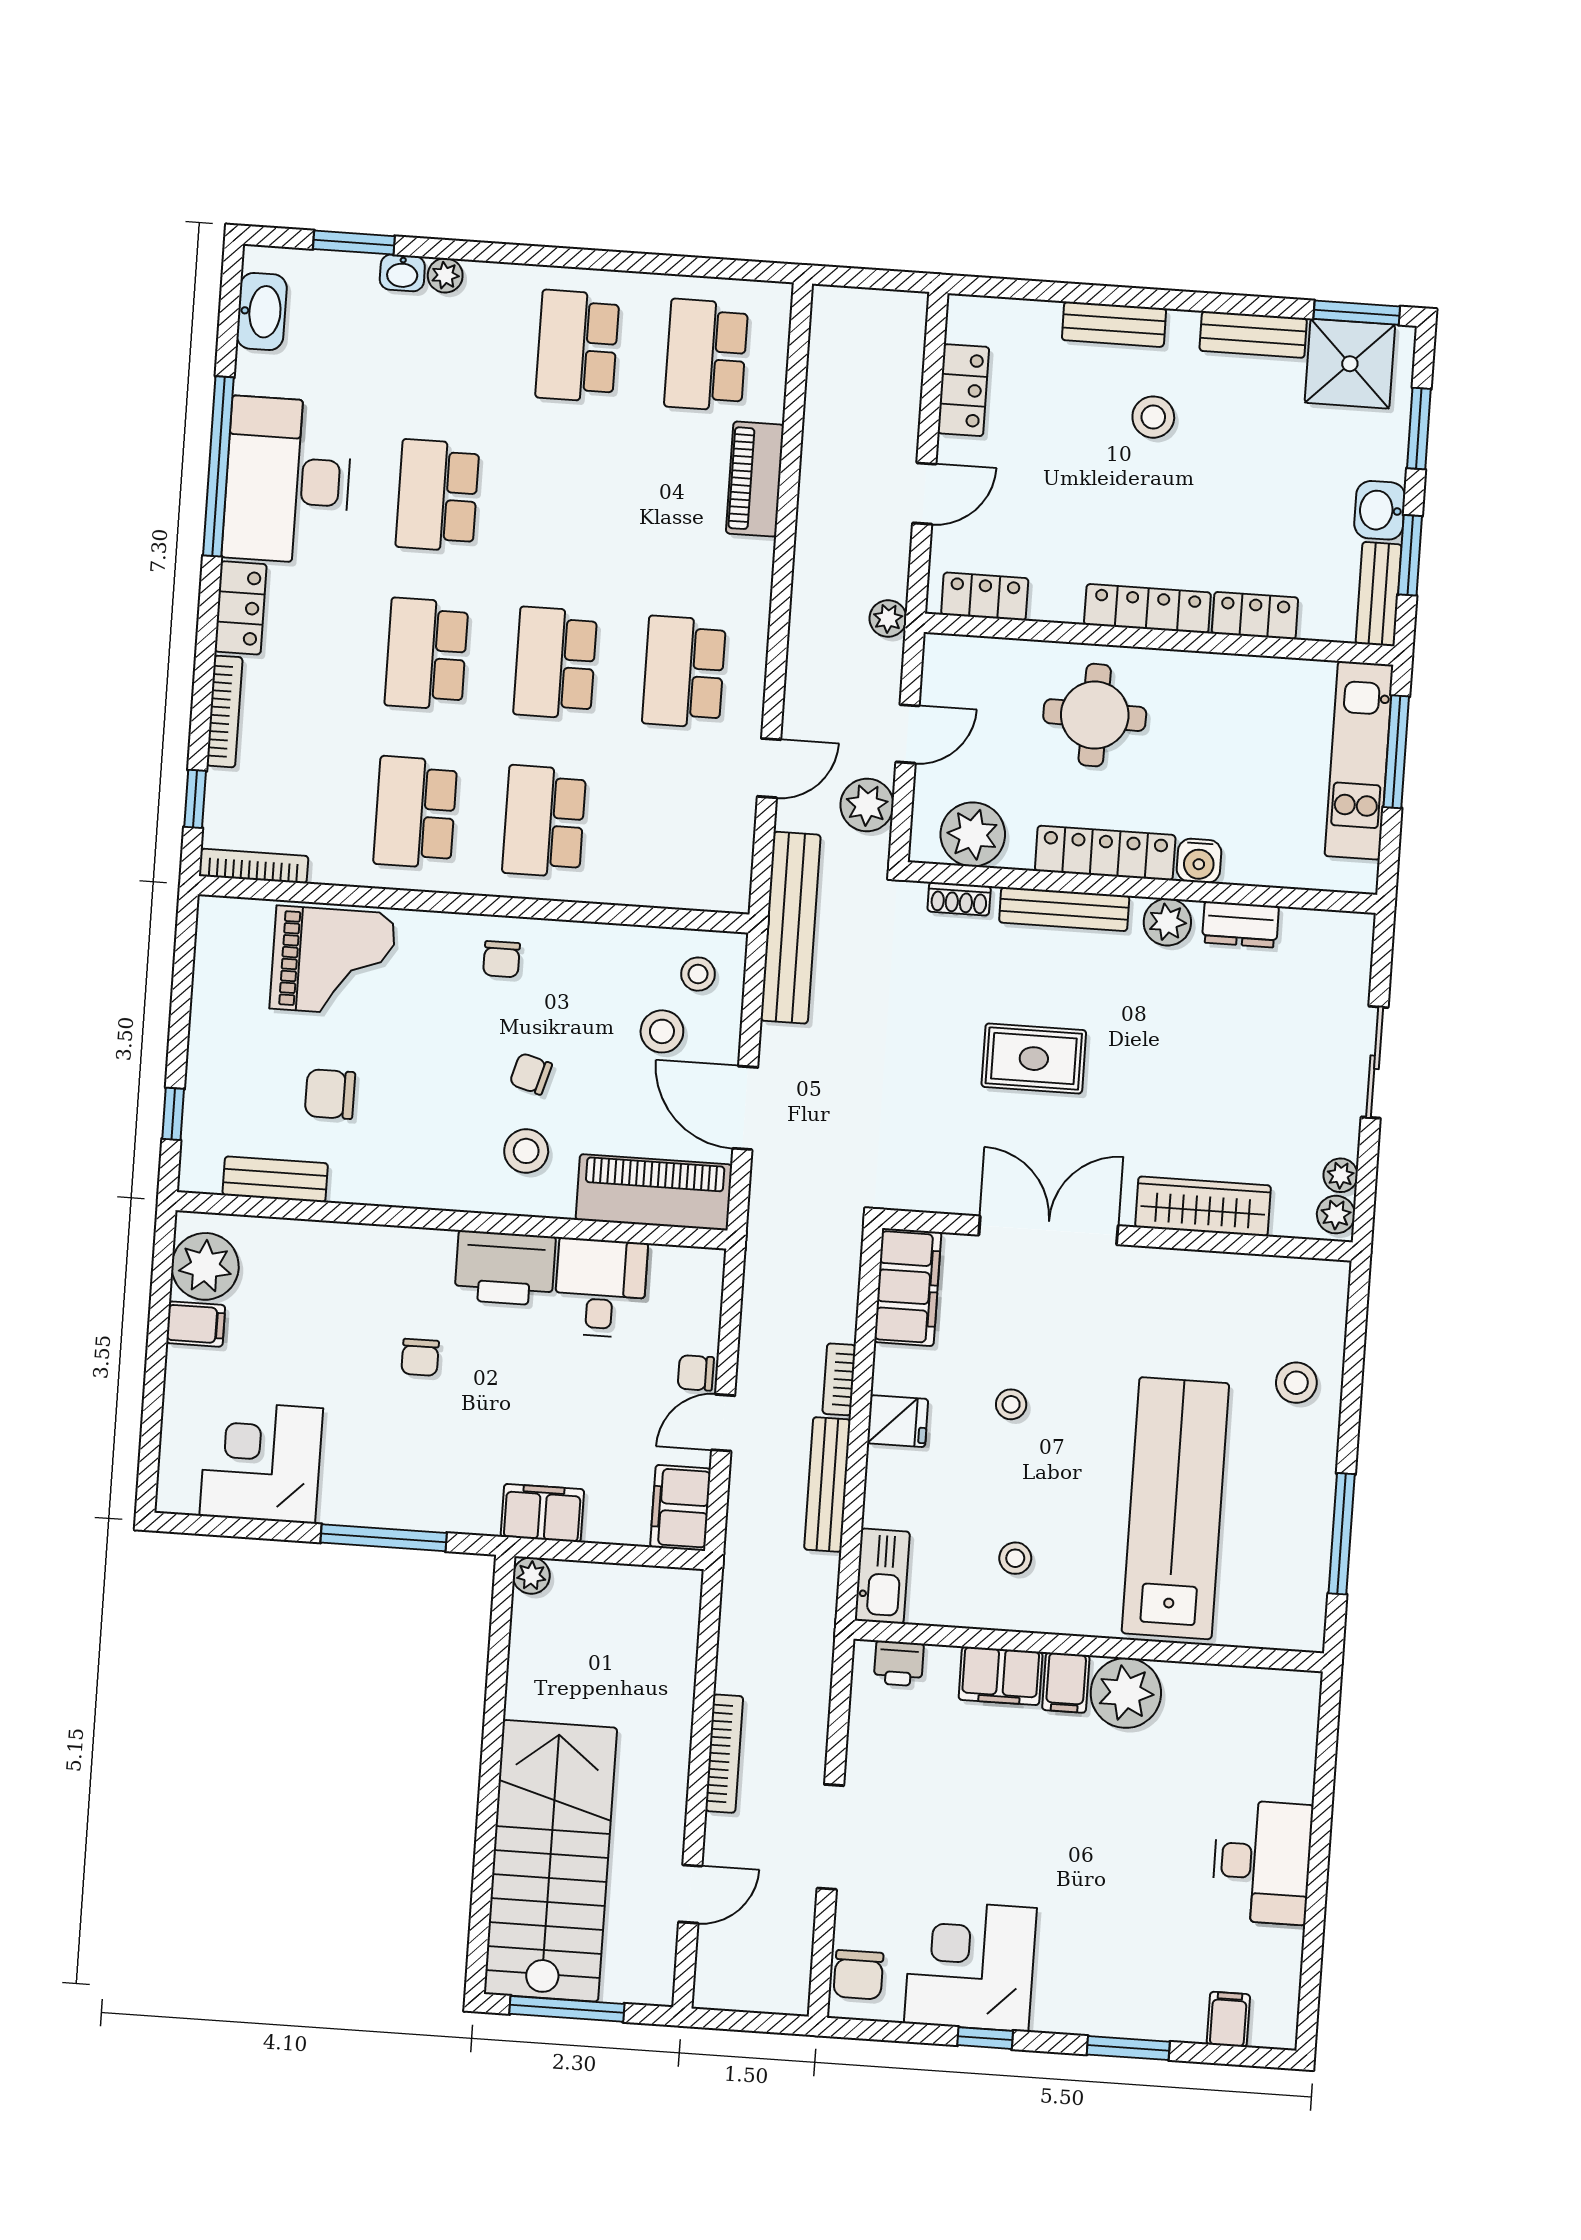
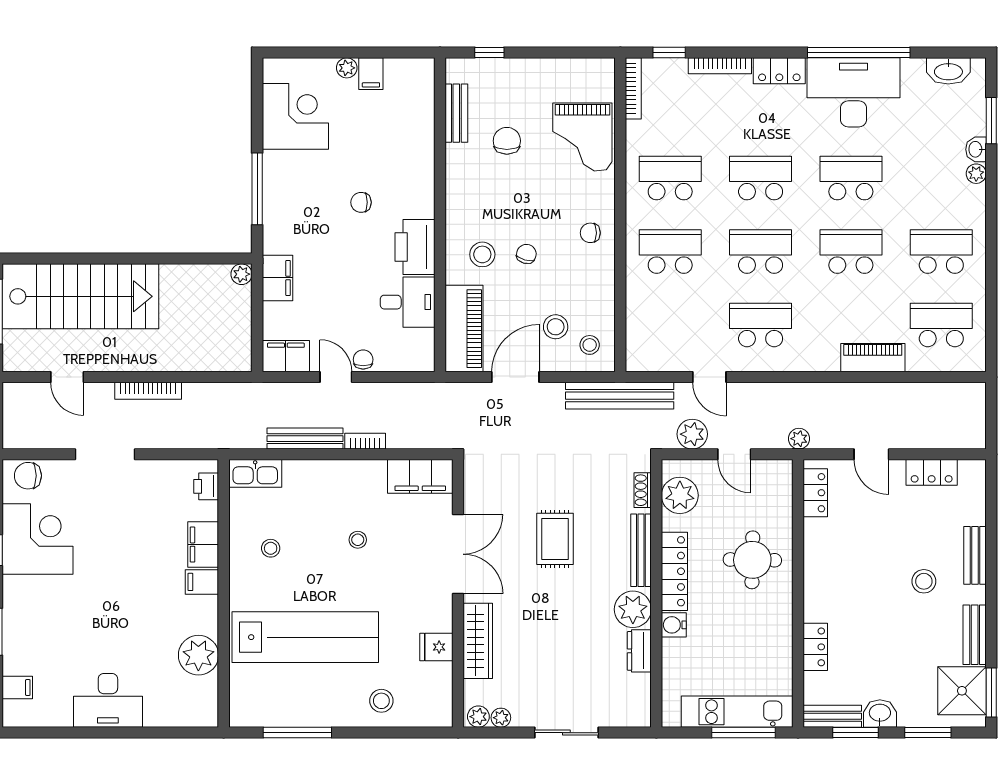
school desk: (566, 504) -> (851, 252), added
locker: (1147, 609) -> (815, 586), removed
plant: (1167, 922) -> (633, 609), width x1.36, depth x1.36
plant: (205, 1266) -> (347, 68), moved, width x0.53, depth x0.53
fridge: (898, 1421) -> (436, 647), moved, turned 90
plant: (1126, 1693) -> (198, 655), moved

